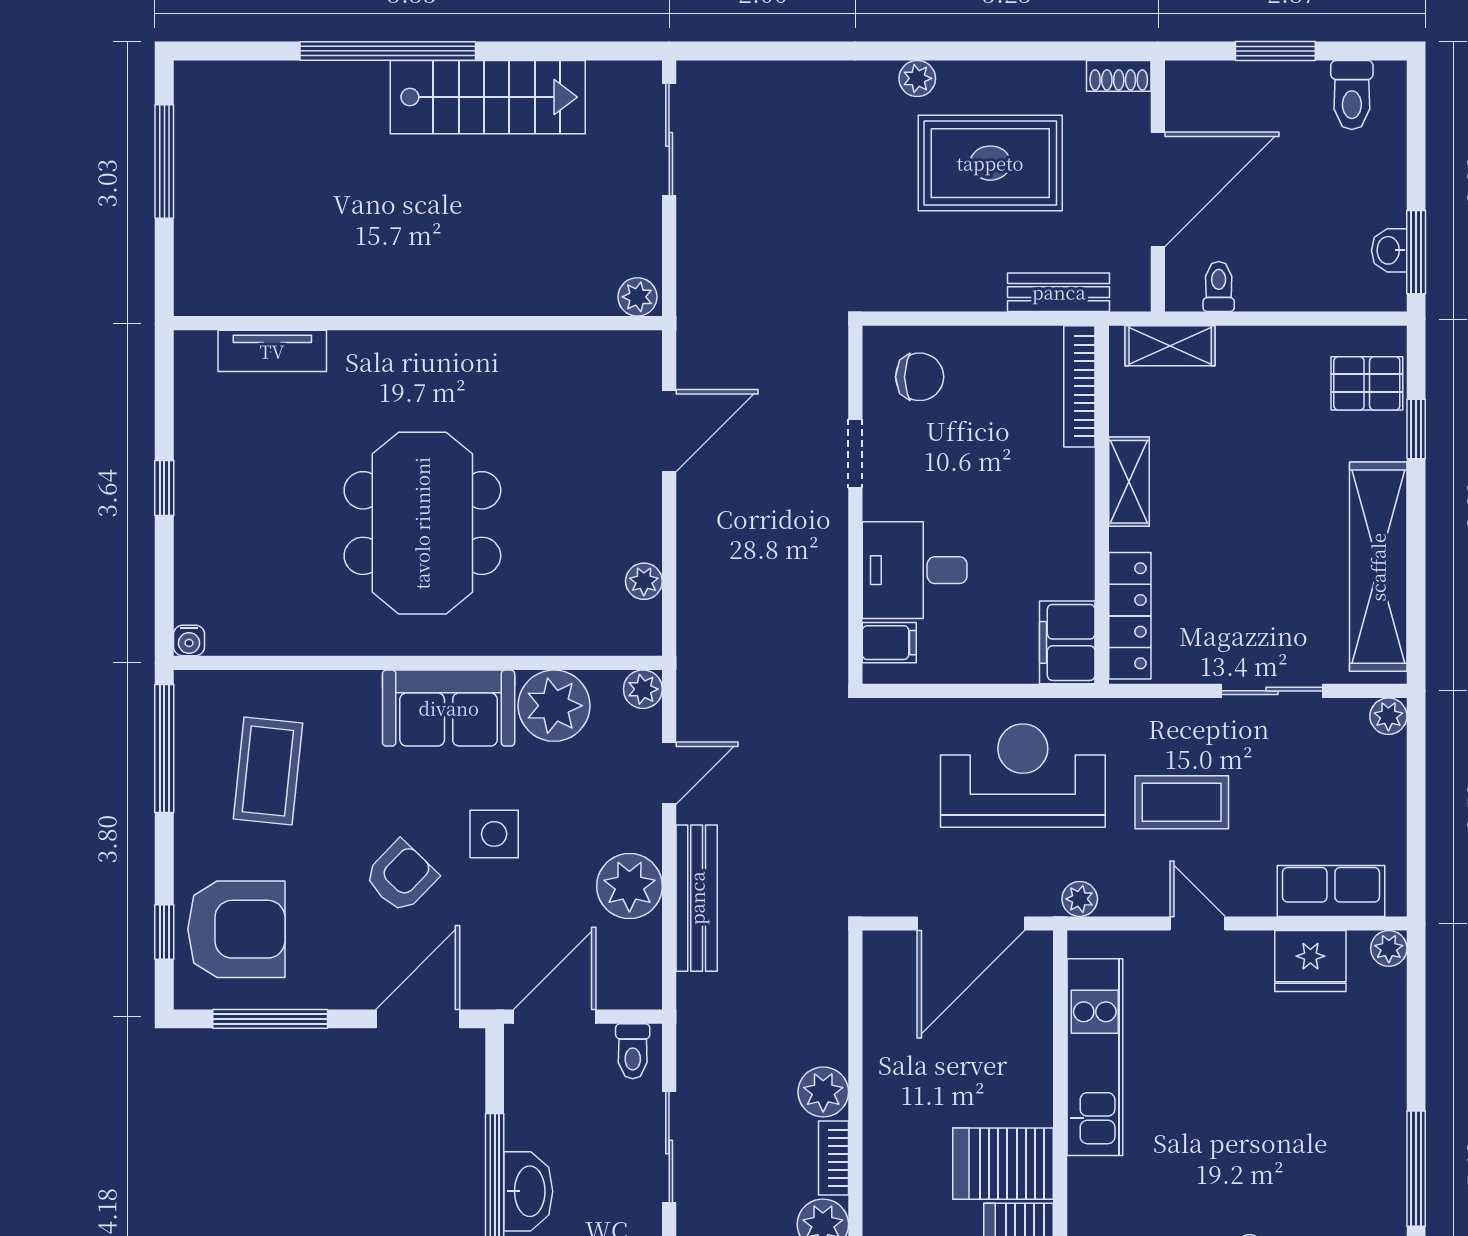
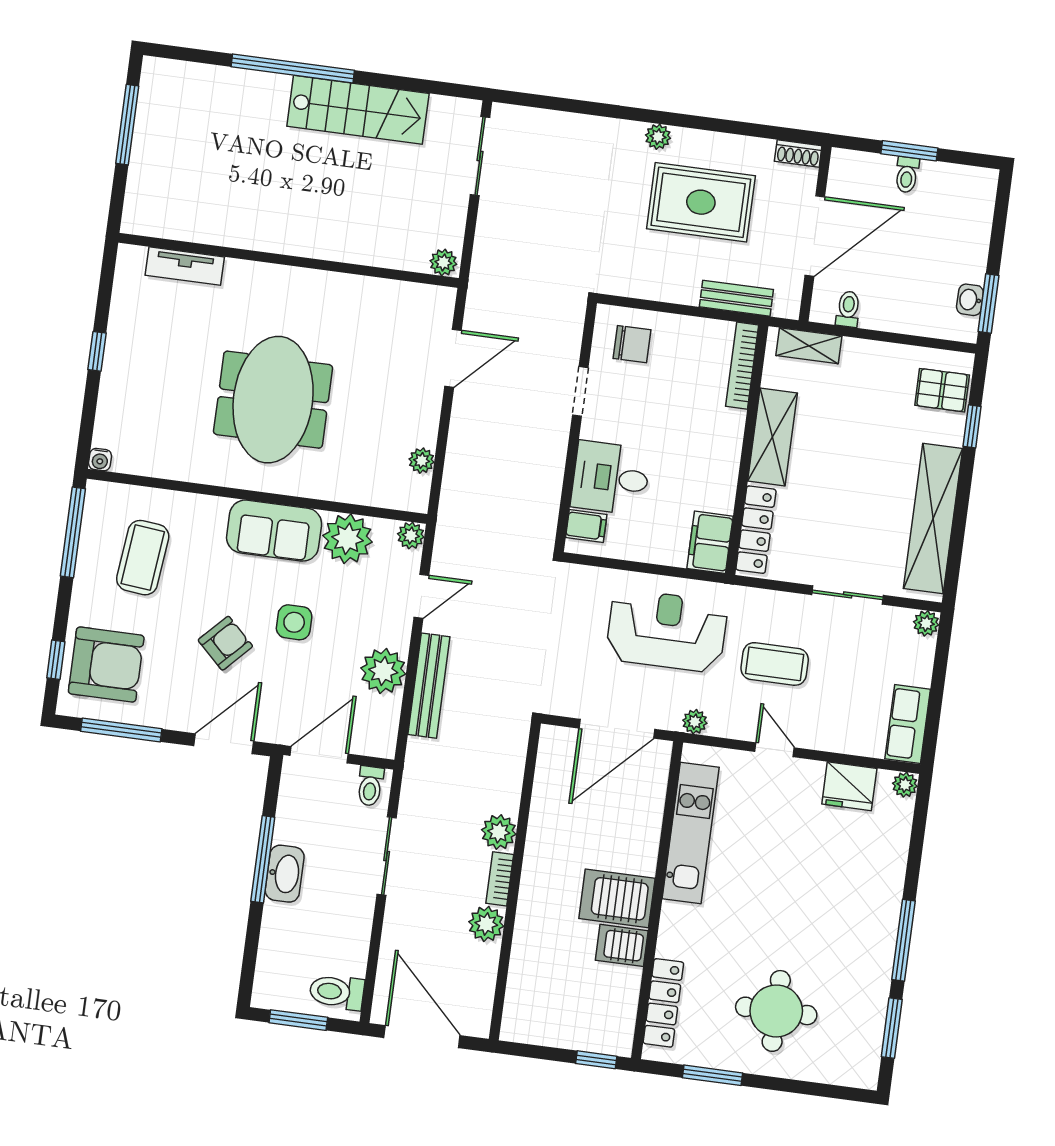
toilet: (1352, 95) -> (907, 175), moved, width x0.73, depth x0.72
shelving: (1129, 482) -> (772, 437), width x1.50, depth x1.33
row of seats: (1331, 891) -> (908, 724), moved, turned -90

